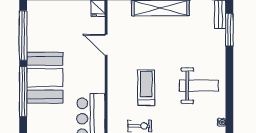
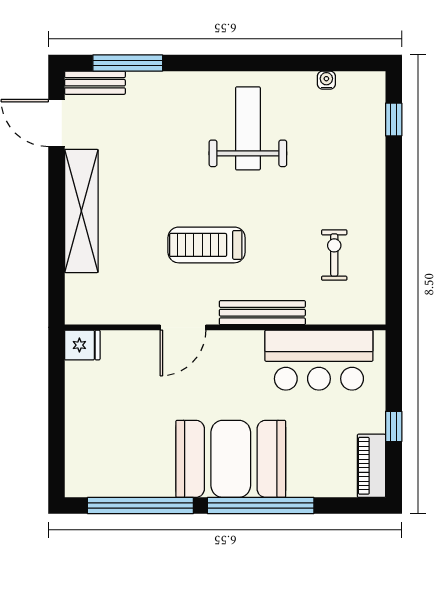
door: (106, 45) -> (183, 327), moved
treadmill: (146, 88) -> (207, 245), moved
bench: (113, 92) -> (262, 313), added

